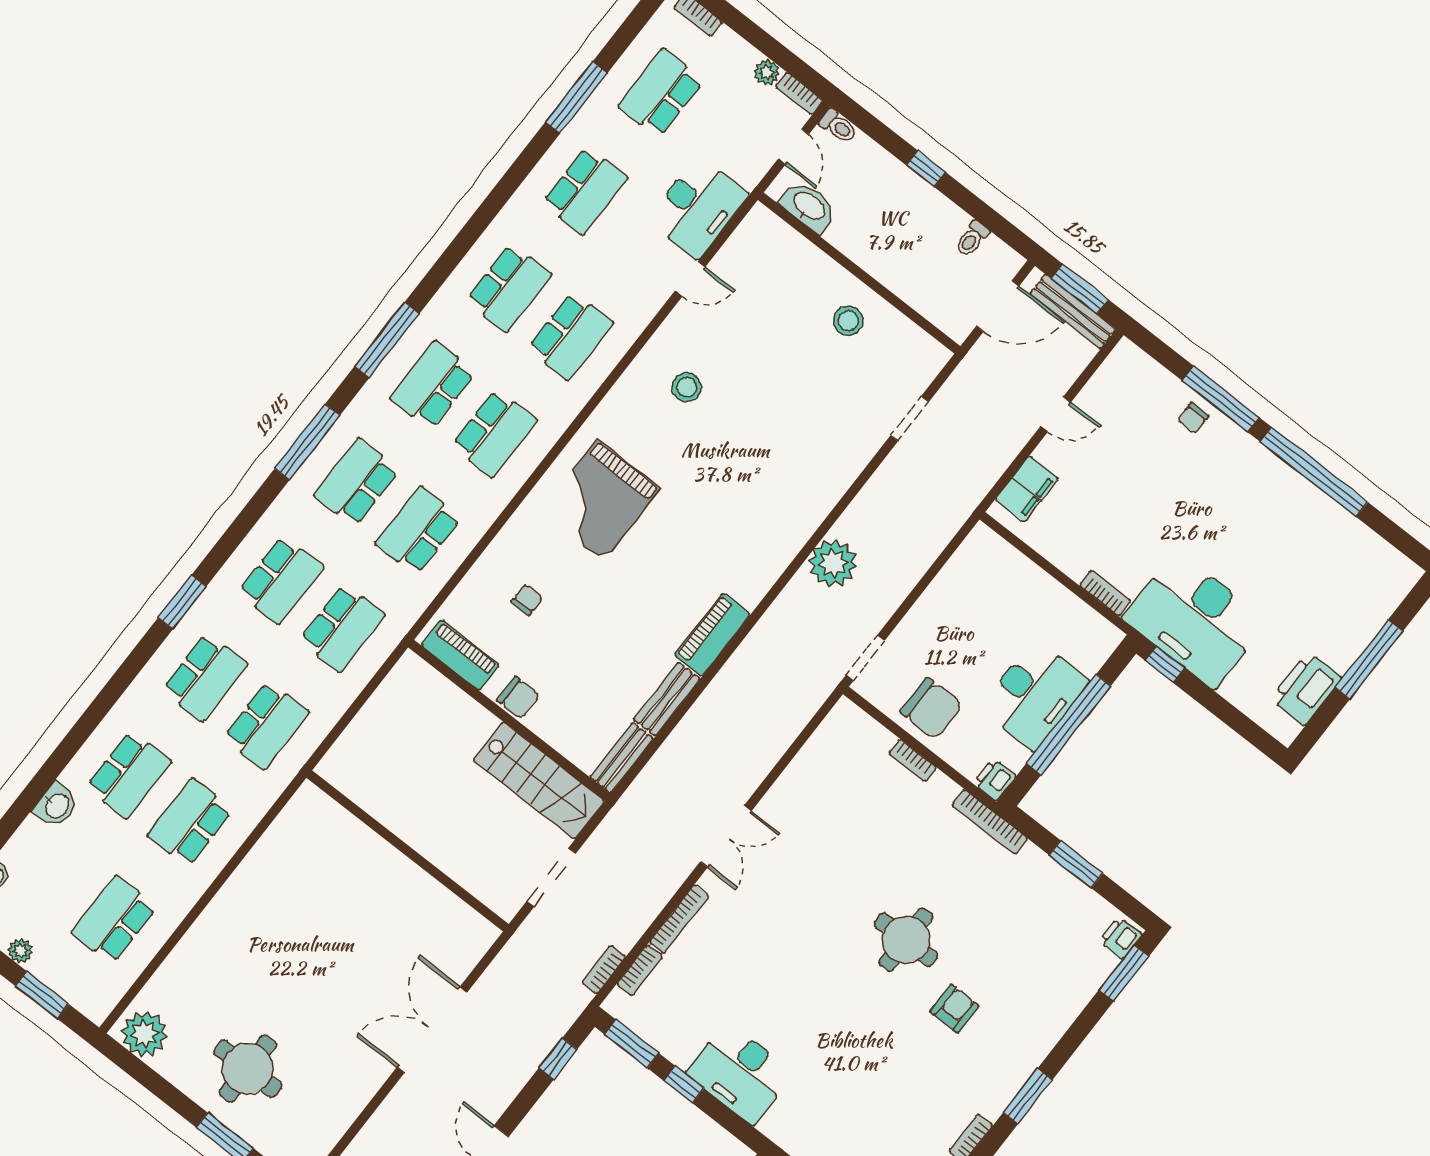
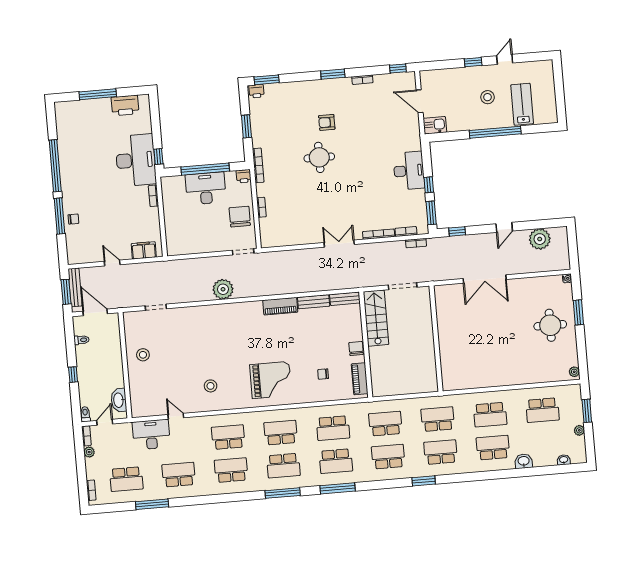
plant: (144, 1034) -> (574, 372), width x0.53, depth x0.53

